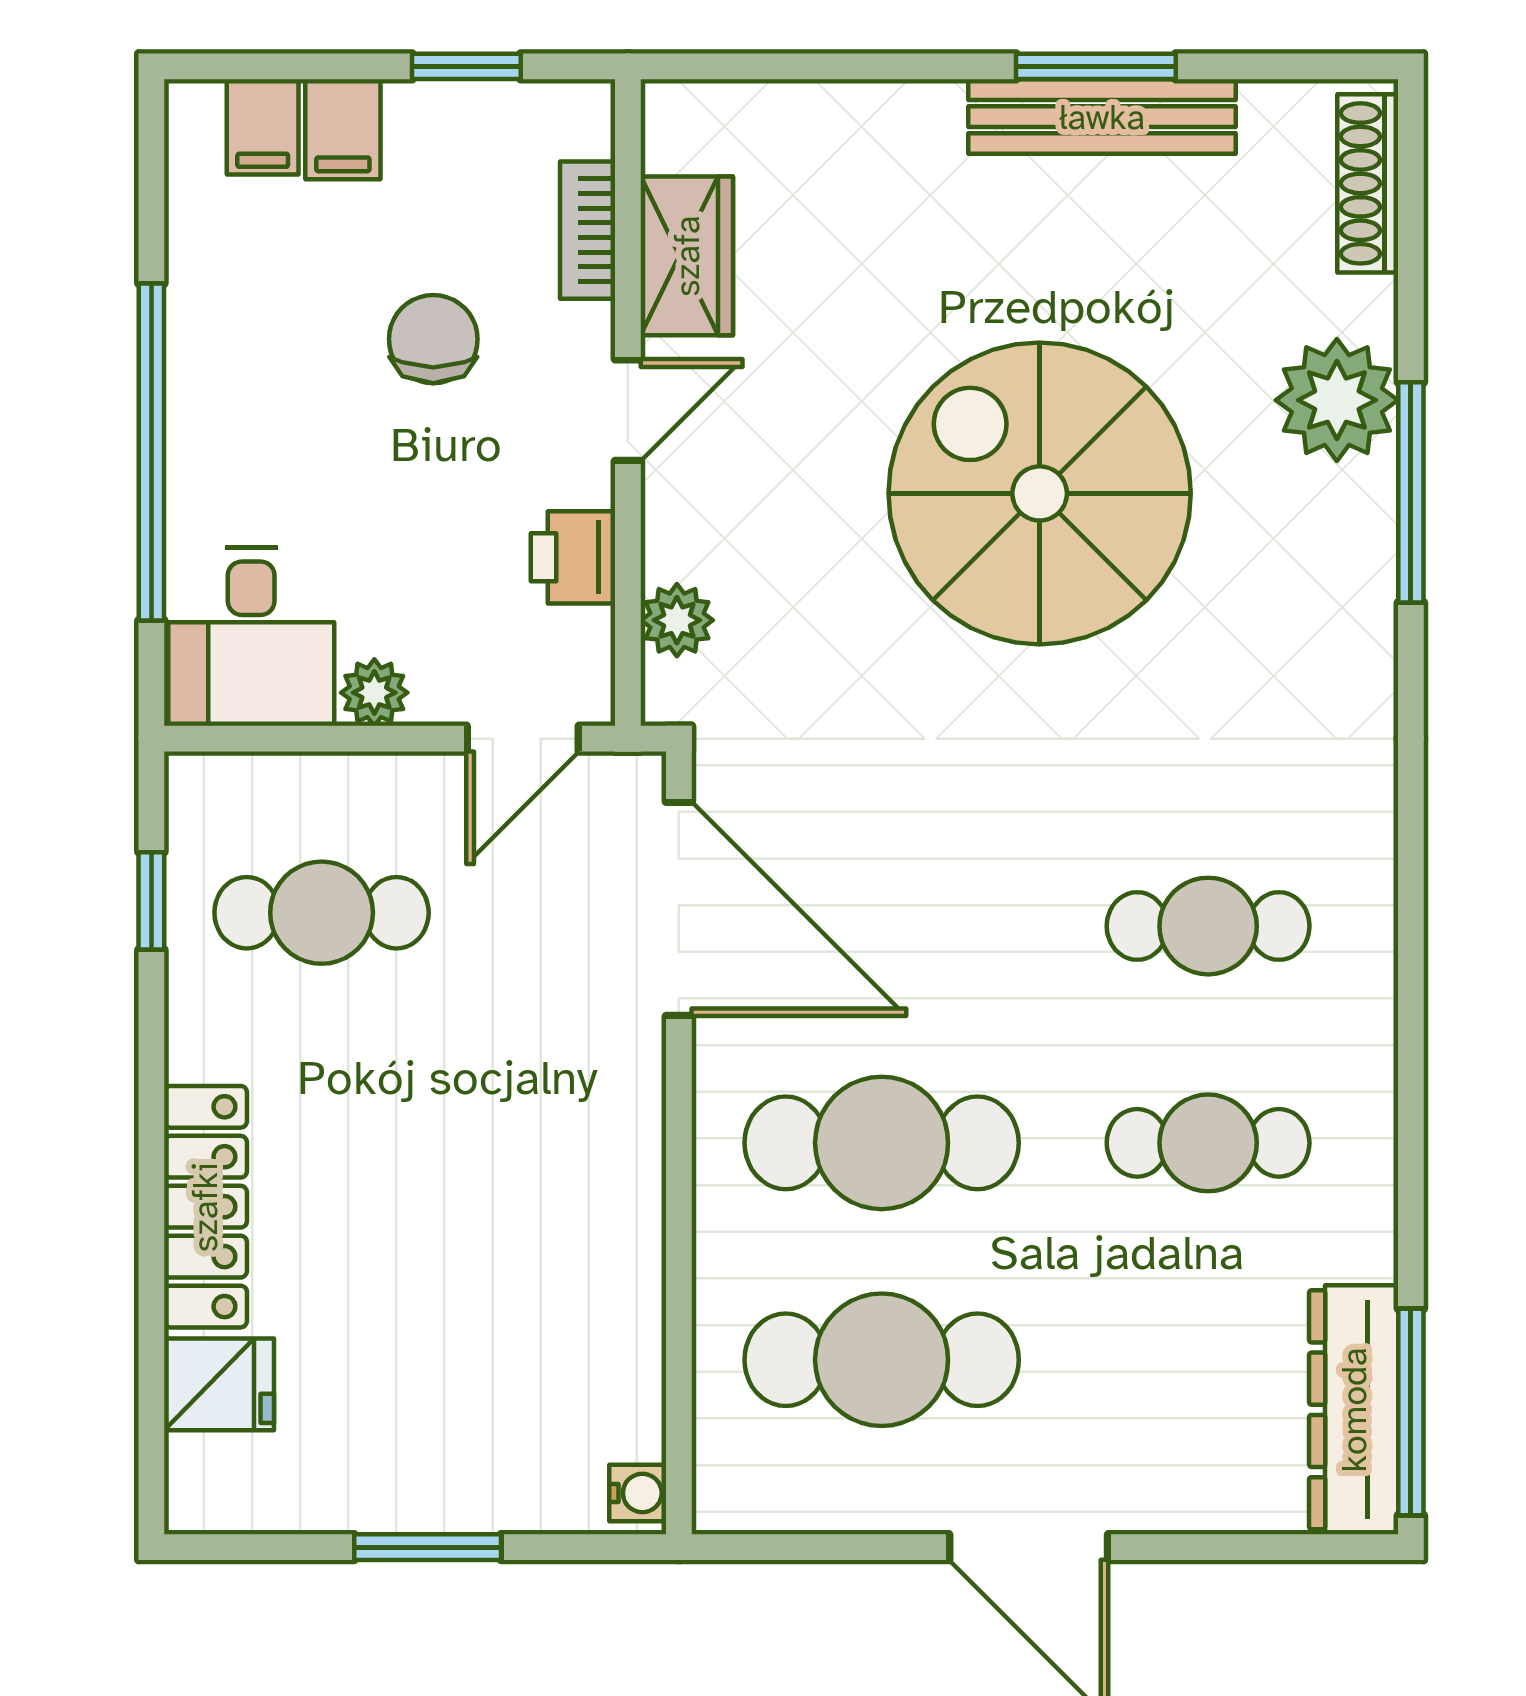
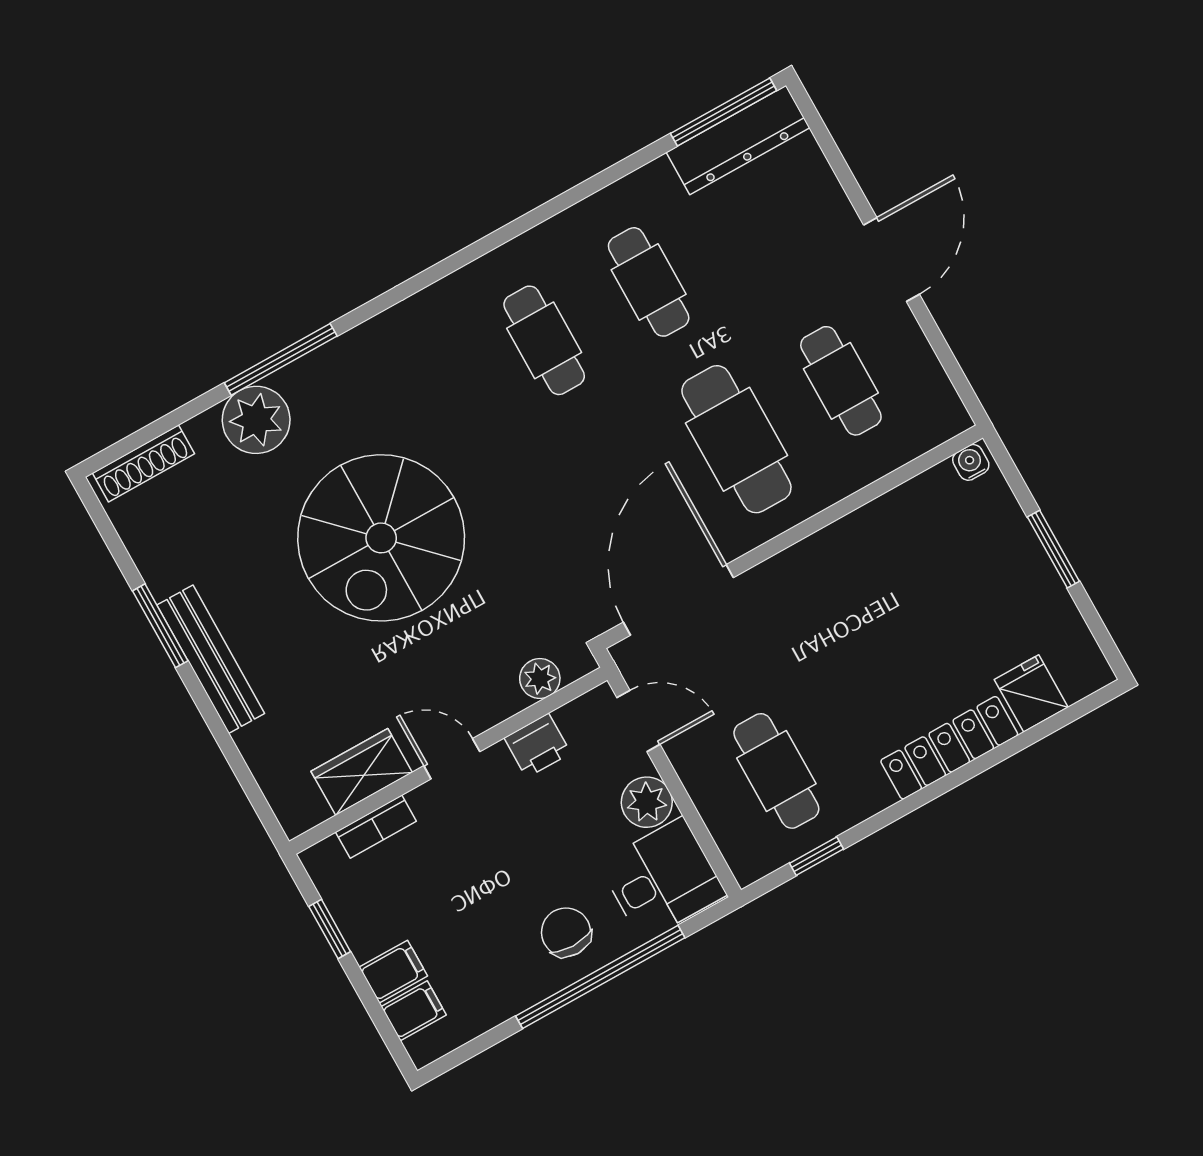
bench: (1102, 117) -> (211, 659), moved
chair: (433, 339) -> (566, 932), moved, turned 90
plant: (374, 693) -> (647, 802), width x1.38, depth x1.38
cafe table: (882, 1360) -> (841, 381), width x0.73, depth x0.74

